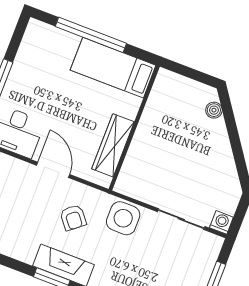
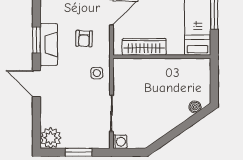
armchair: (73, 218) -> (84, 39), turned -48
side table: (123, 218) -> (97, 73), width x0.54, depth x0.54

